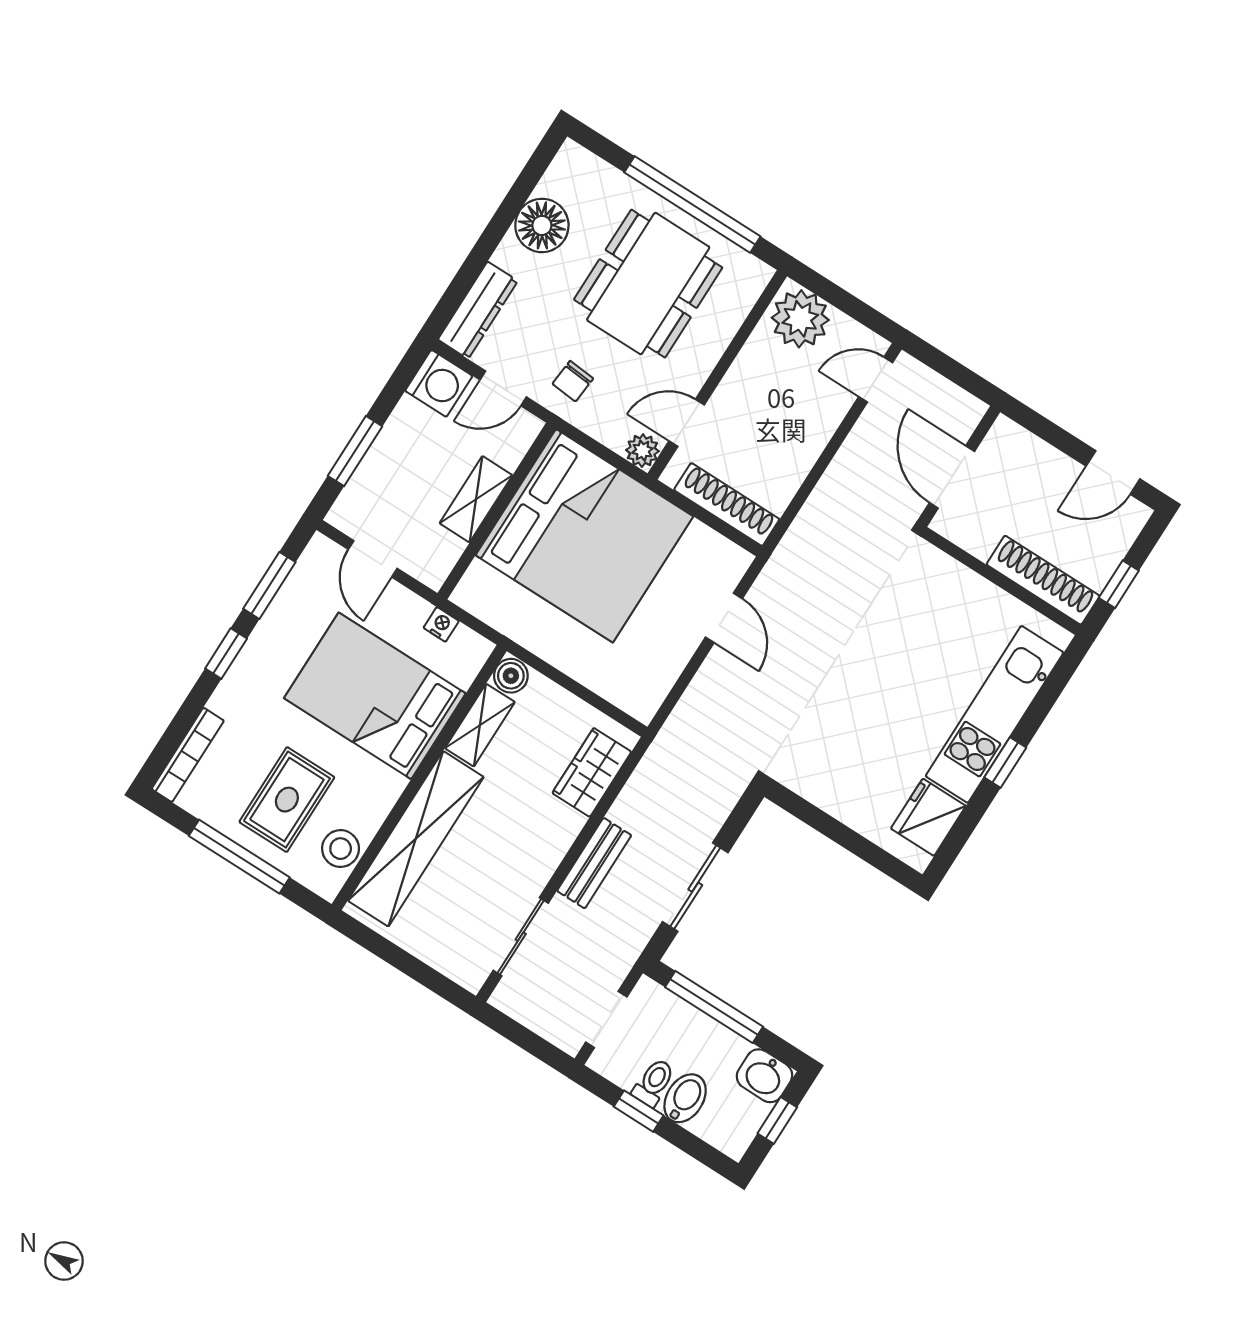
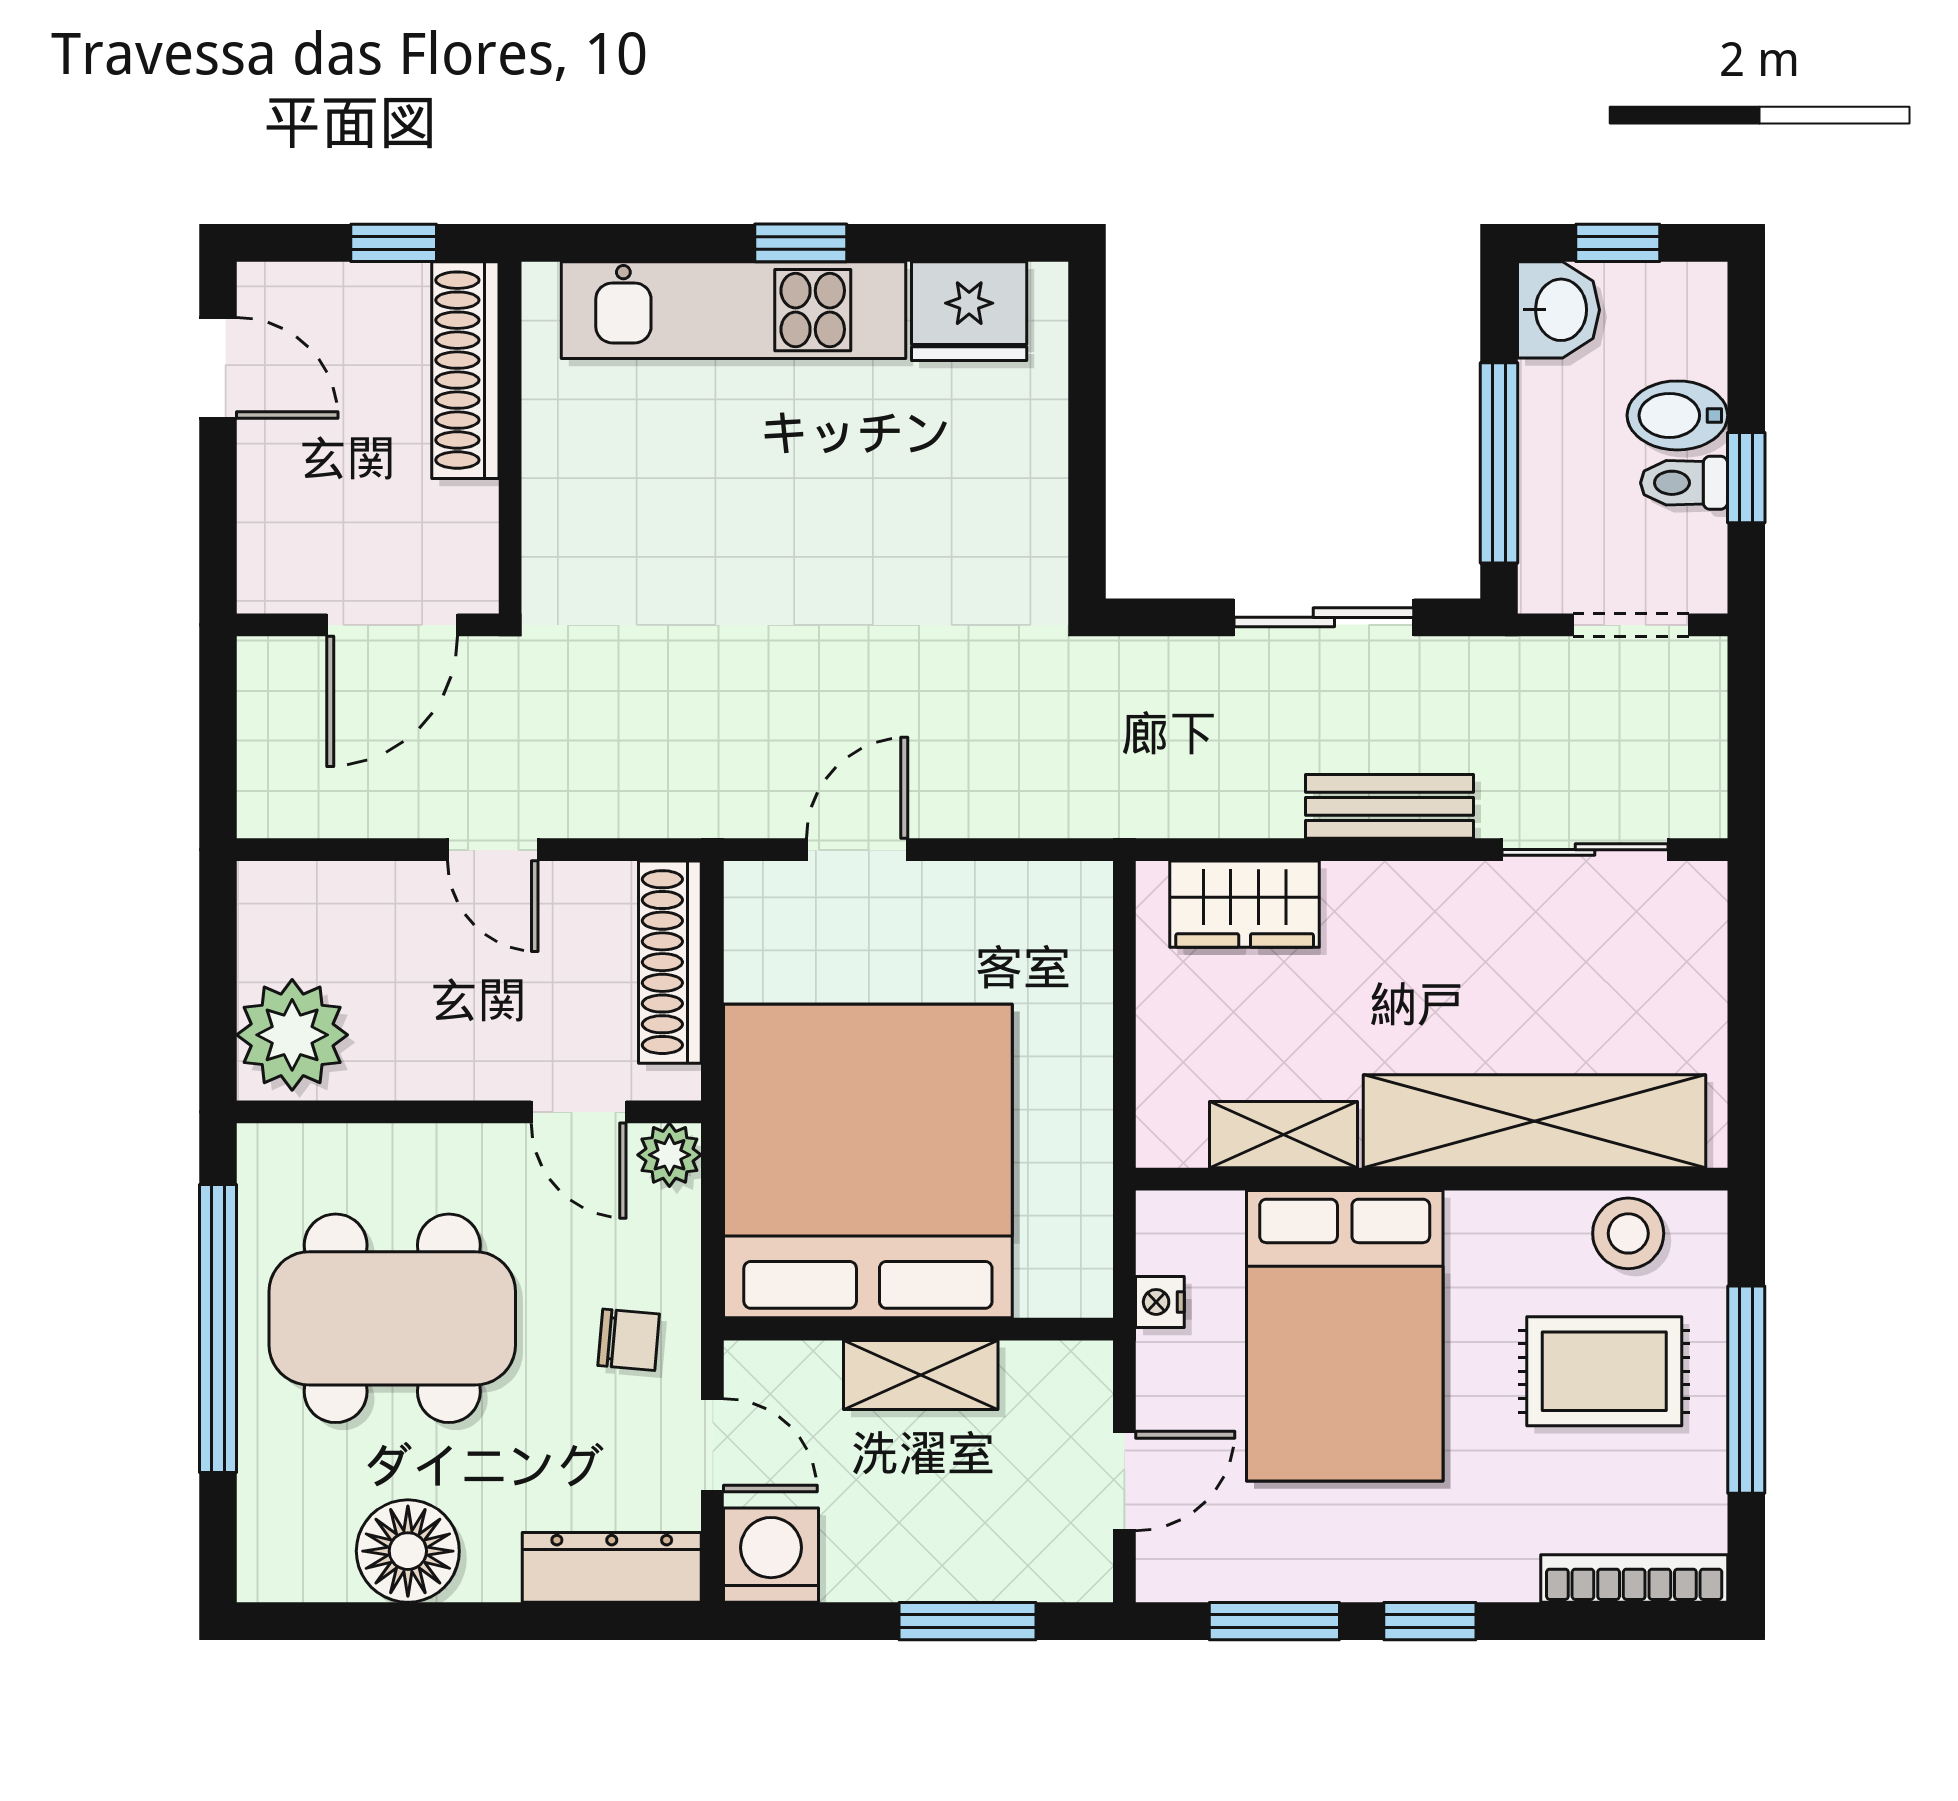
door: (876, 380) -> (493, 850), moved
boiler: (511, 676) -> (1171, 1136), removed

